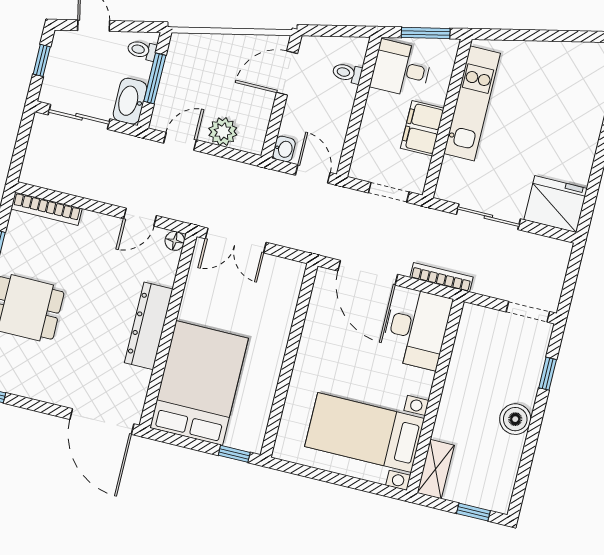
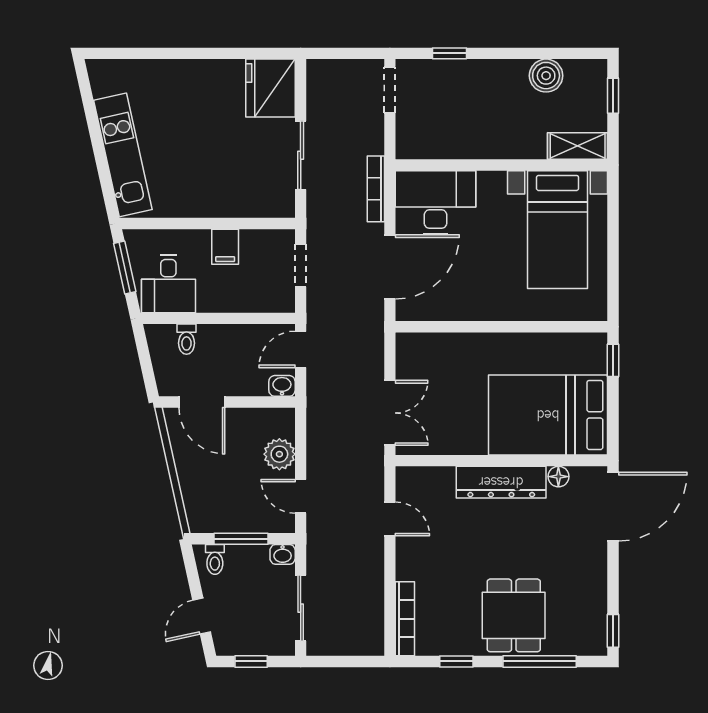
washbasin: (130, 101) -> (283, 554), width x0.52, depth x0.69
kitchen unit: (472, 103) -> (123, 155), moved, turned 78
filing cabinet: (422, 128) -> (225, 247), width x0.50
floor lamp: (175, 241) -> (558, 477), moved
boiler: (515, 419) -> (546, 76), moved

